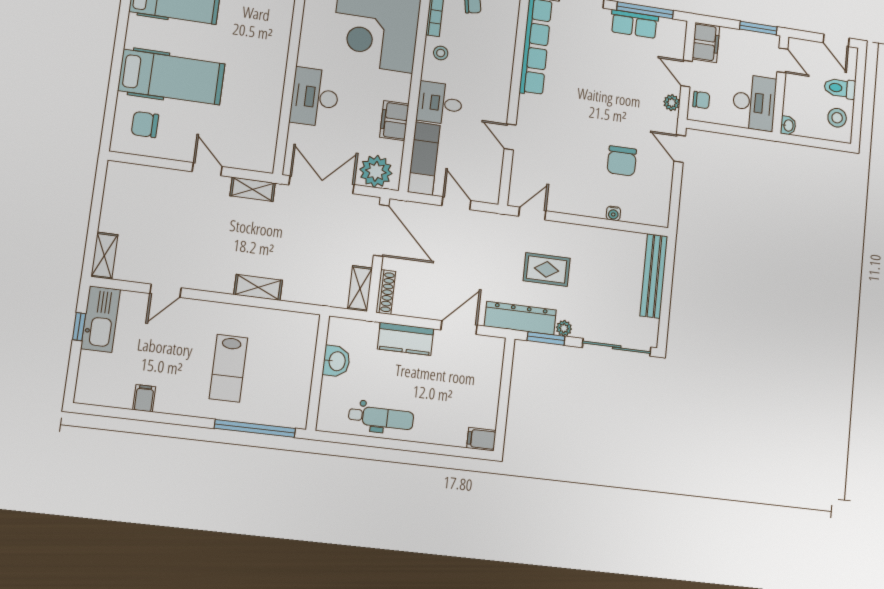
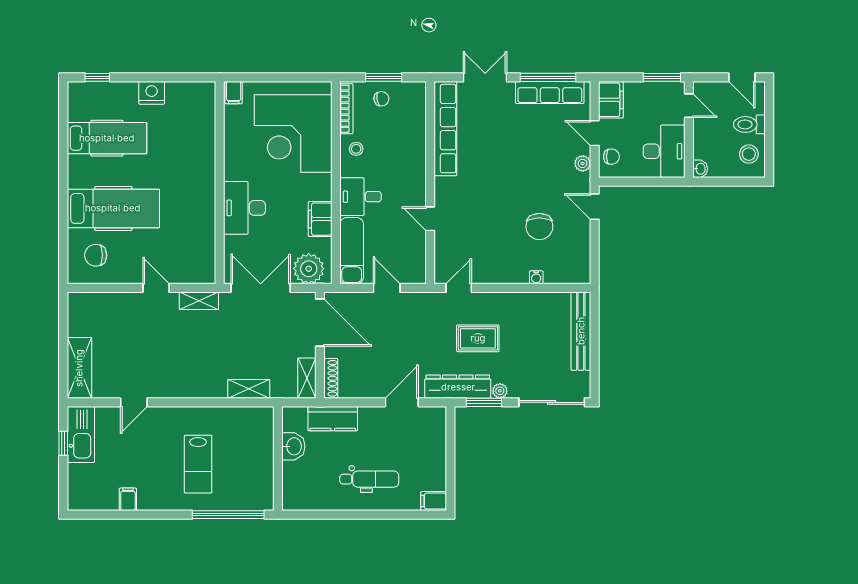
row of seats: (634, 24) -> (550, 92), width x1.48
shelving: (104, 256) -> (79, 368), width x1.50, depth x1.33
shelving: (258, 287) -> (249, 389), moved
kitchen counter: (406, 339) -> (333, 419), moved
dental chair: (381, 418) -> (369, 479), moved

